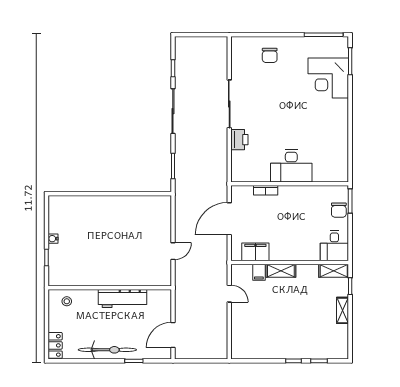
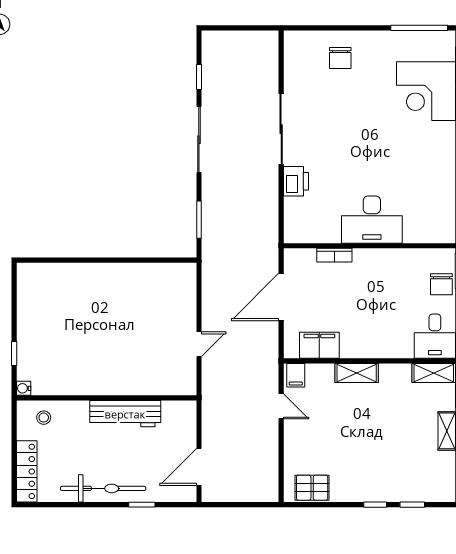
water cooler: (53, 239) -> (24, 388), moved
filing cabinet: (259, 272) -> (296, 375), moved
locker: (55, 345) -> (27, 471), width x1.53
pallet: (250, 349) -> (312, 488), added

